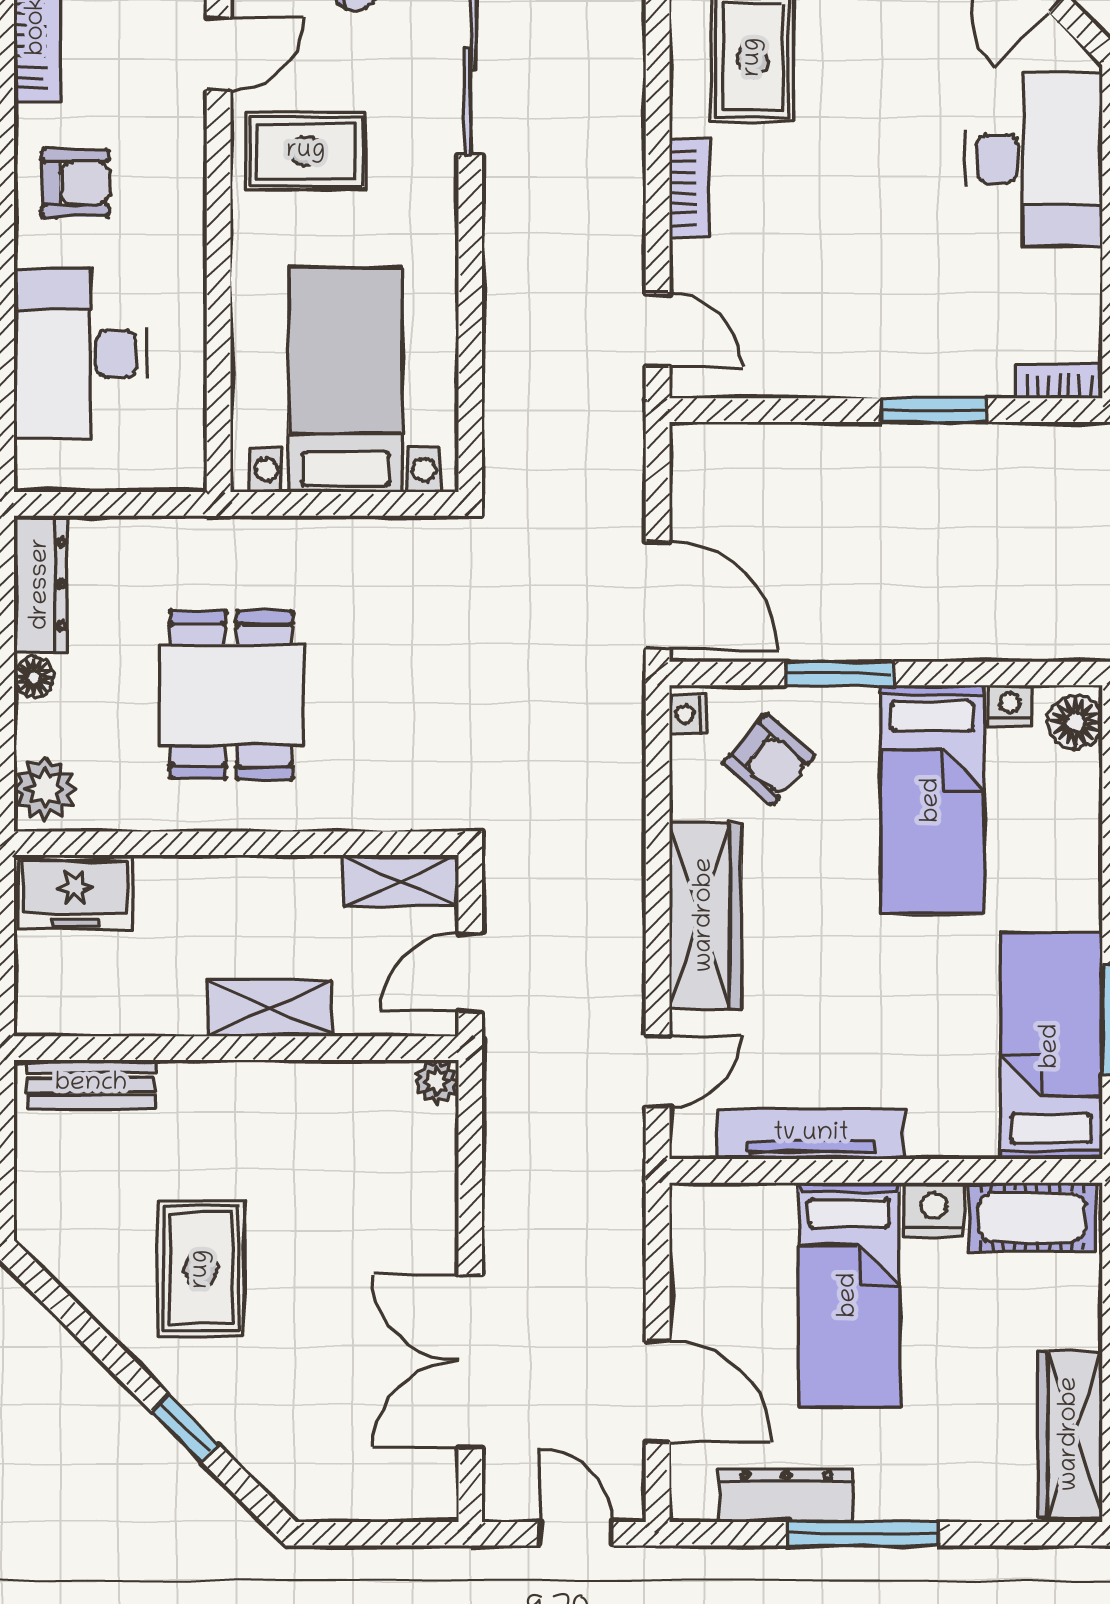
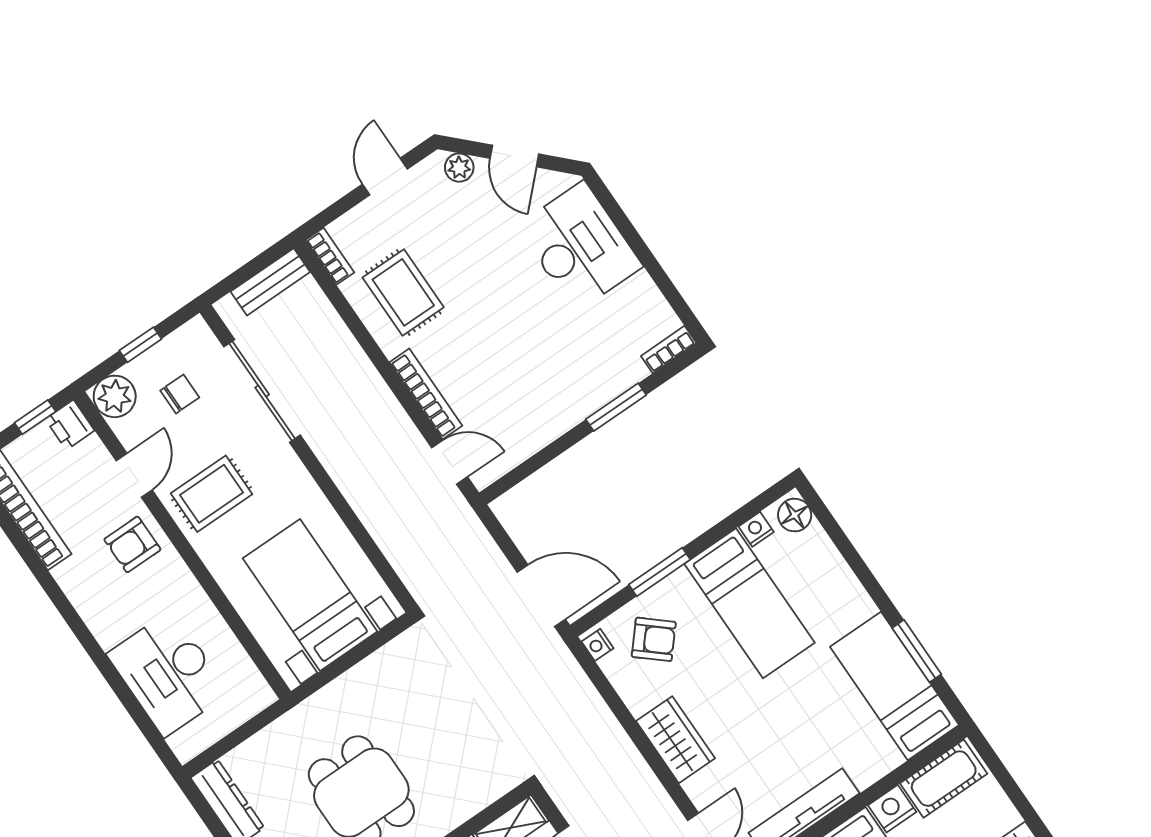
armchair: (75, 183) -> (132, 544), moved, turned 180
bookcase: (689, 188) -> (426, 394), width x1.56
wardrobe: (705, 915) -> (675, 740), width x0.67

